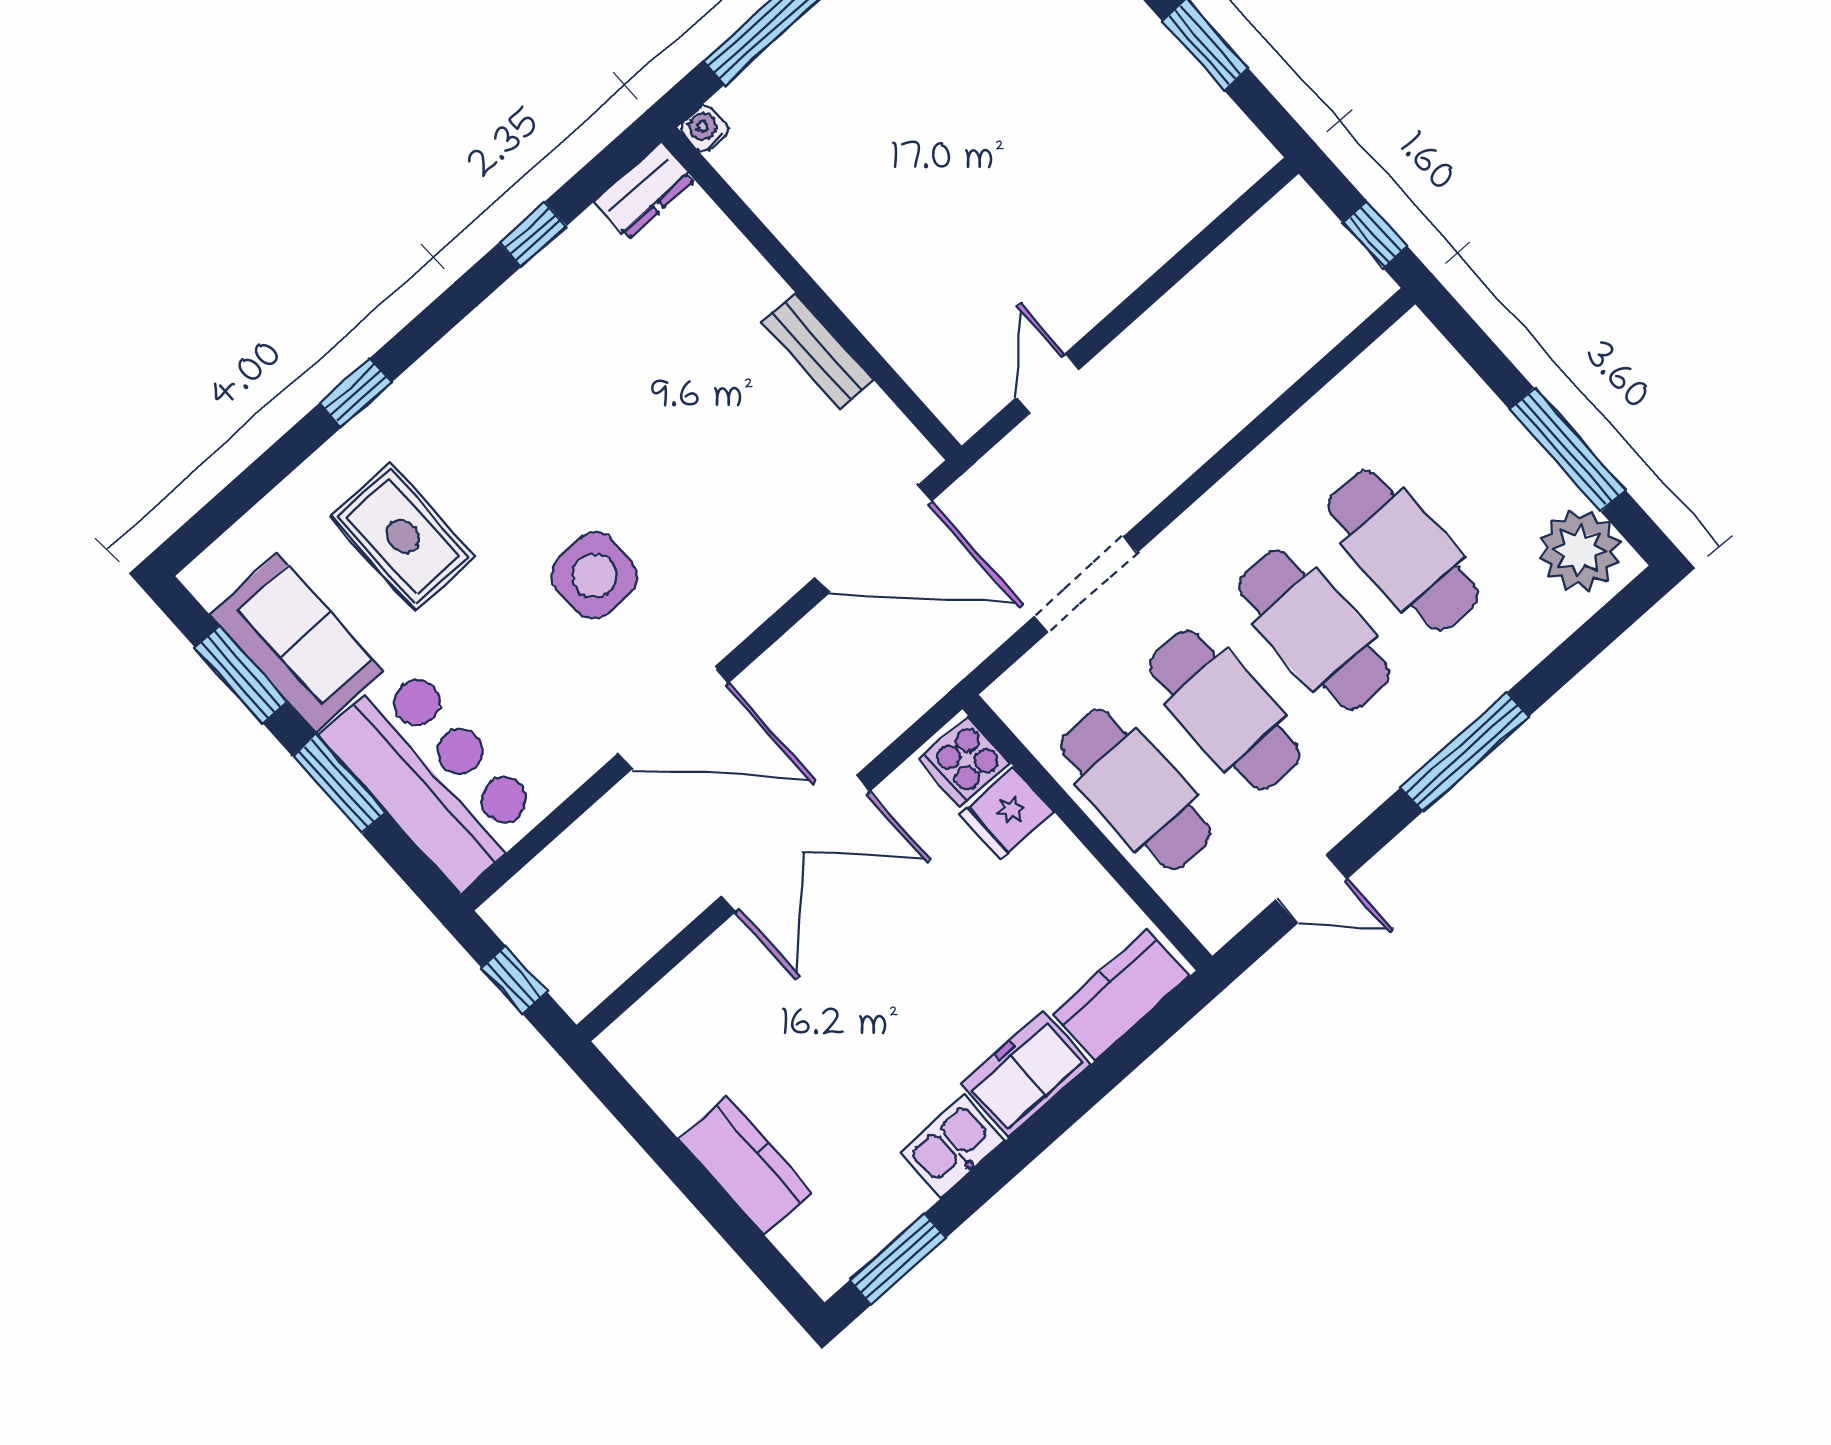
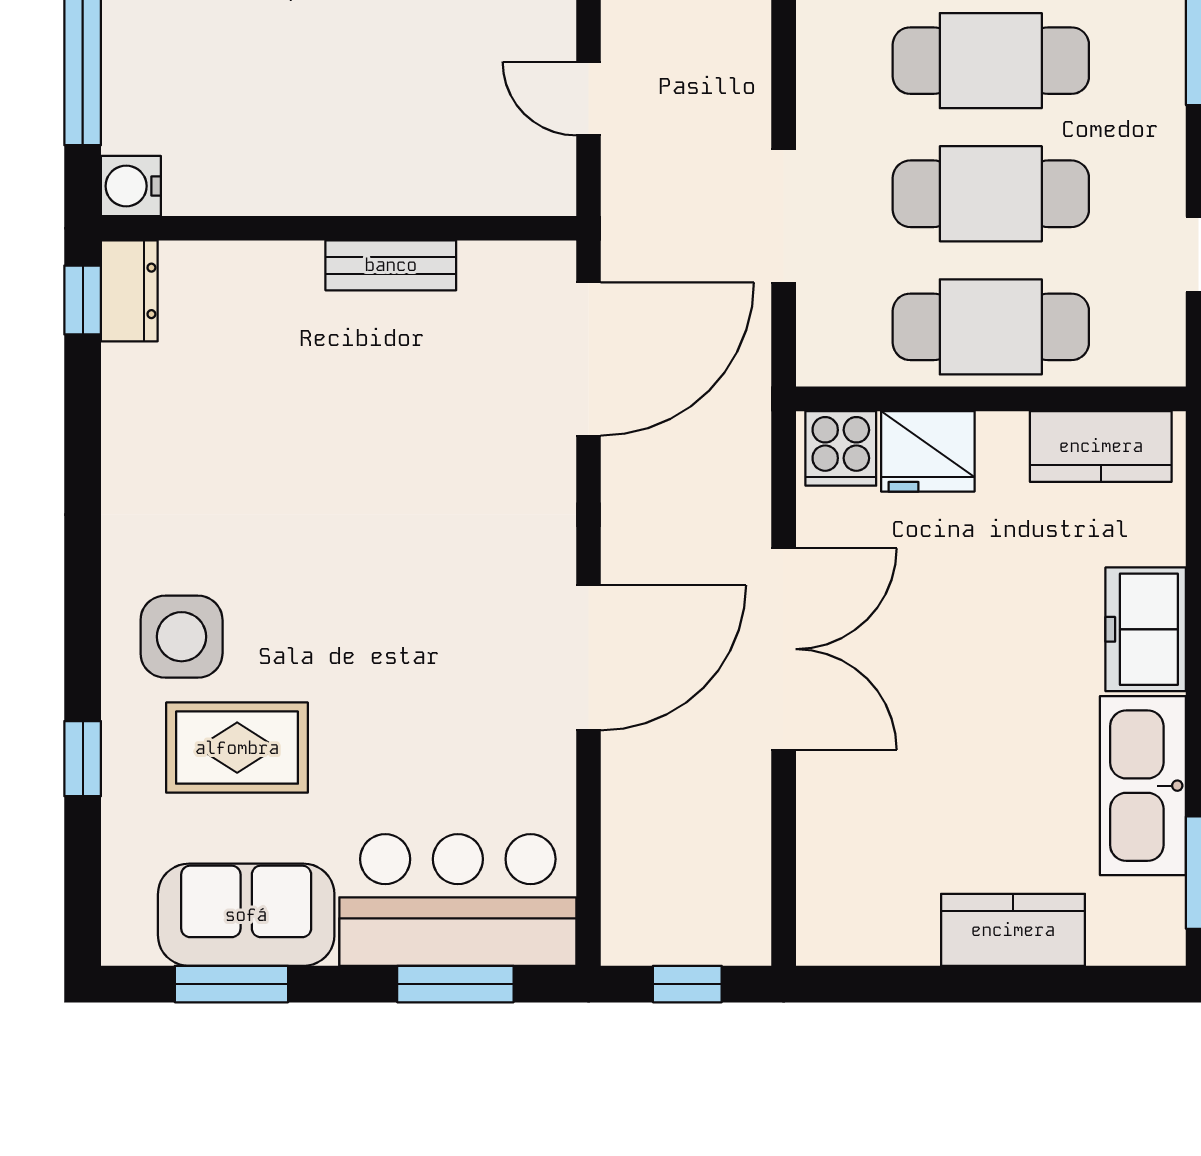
water cooler: (705, 129) -> (131, 186), width x1.38, depth x1.38
window: (533, 234) -> (83, 300), moved
window: (355, 393) -> (83, 759), moved
side table: (595, 576) -> (182, 637), moved
window: (339, 784) -> (455, 984), moved
fridge: (1007, 813) -> (928, 451), width x1.38
kitchen counter: (1121, 995) -> (1101, 446), moved, turned -90
kitchen sink: (952, 1146) -> (1143, 786), width x1.88, depth x1.24

